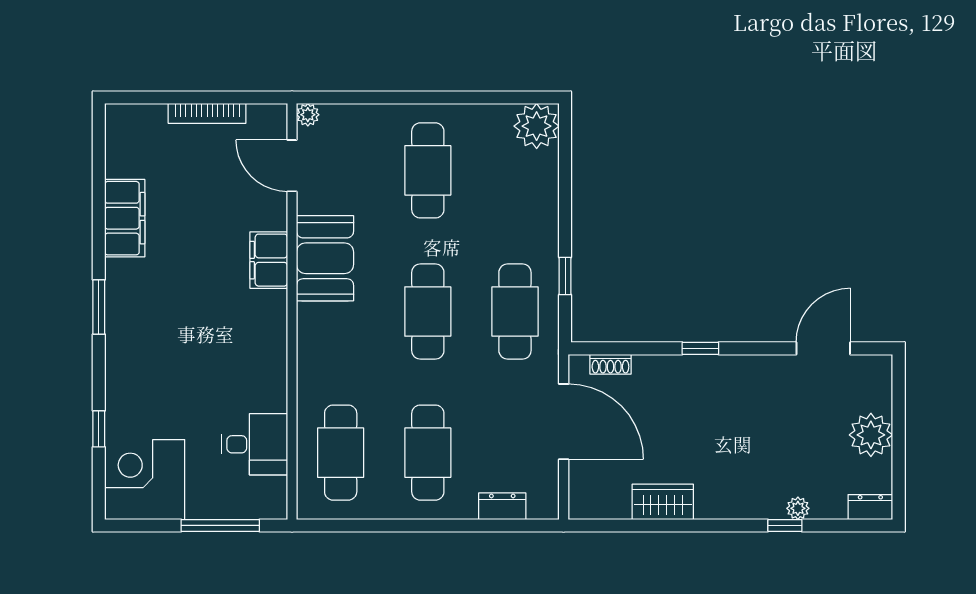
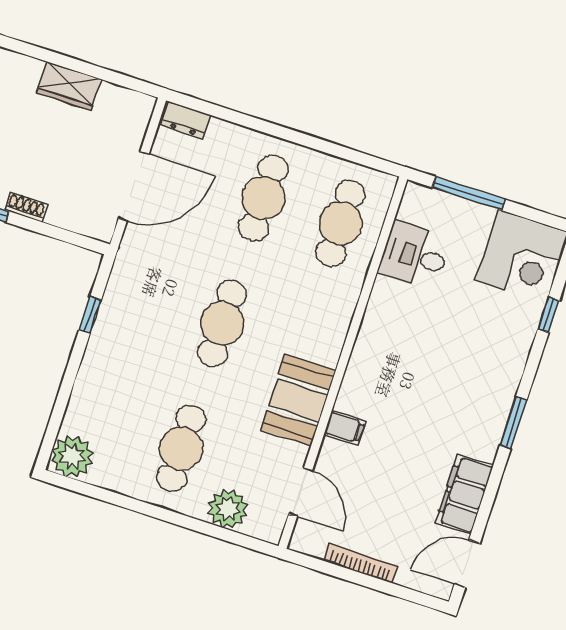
plant: (308, 115) -> (228, 509), moved, width x1.88, depth x1.88
door: (99, 148) -> (467, 564), added
filing cabinet: (269, 260) -> (345, 428), width x0.50
cafe table: (515, 312) -> (145, 298), removed
shoe rack: (610, 364) -> (26, 207), moved
door: (564, 422) -> (134, 186), swing flipped
dresser: (502, 506) -> (186, 120), moved

